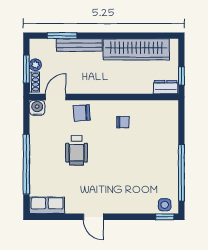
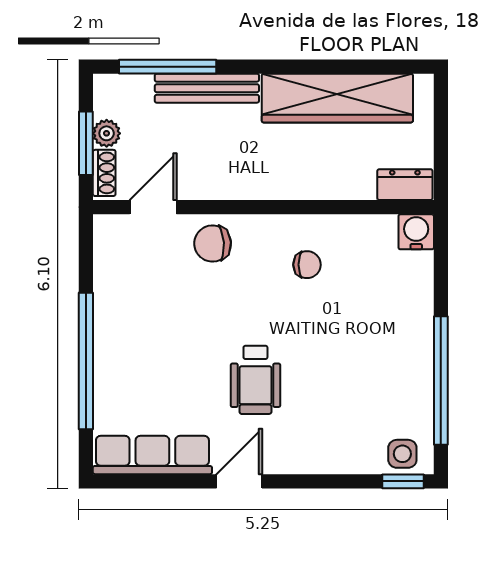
window: (62, 36) -> (168, 67), width x1.44
window: (181, 76) -> (441, 159), removed
water cooler: (37, 108) -> (416, 232), moved
wheelchair: (77, 150) -> (255, 380), moved
row of seats: (47, 205) -> (152, 455), width x1.48
door: (93, 217) -> (239, 481), swing flipped

